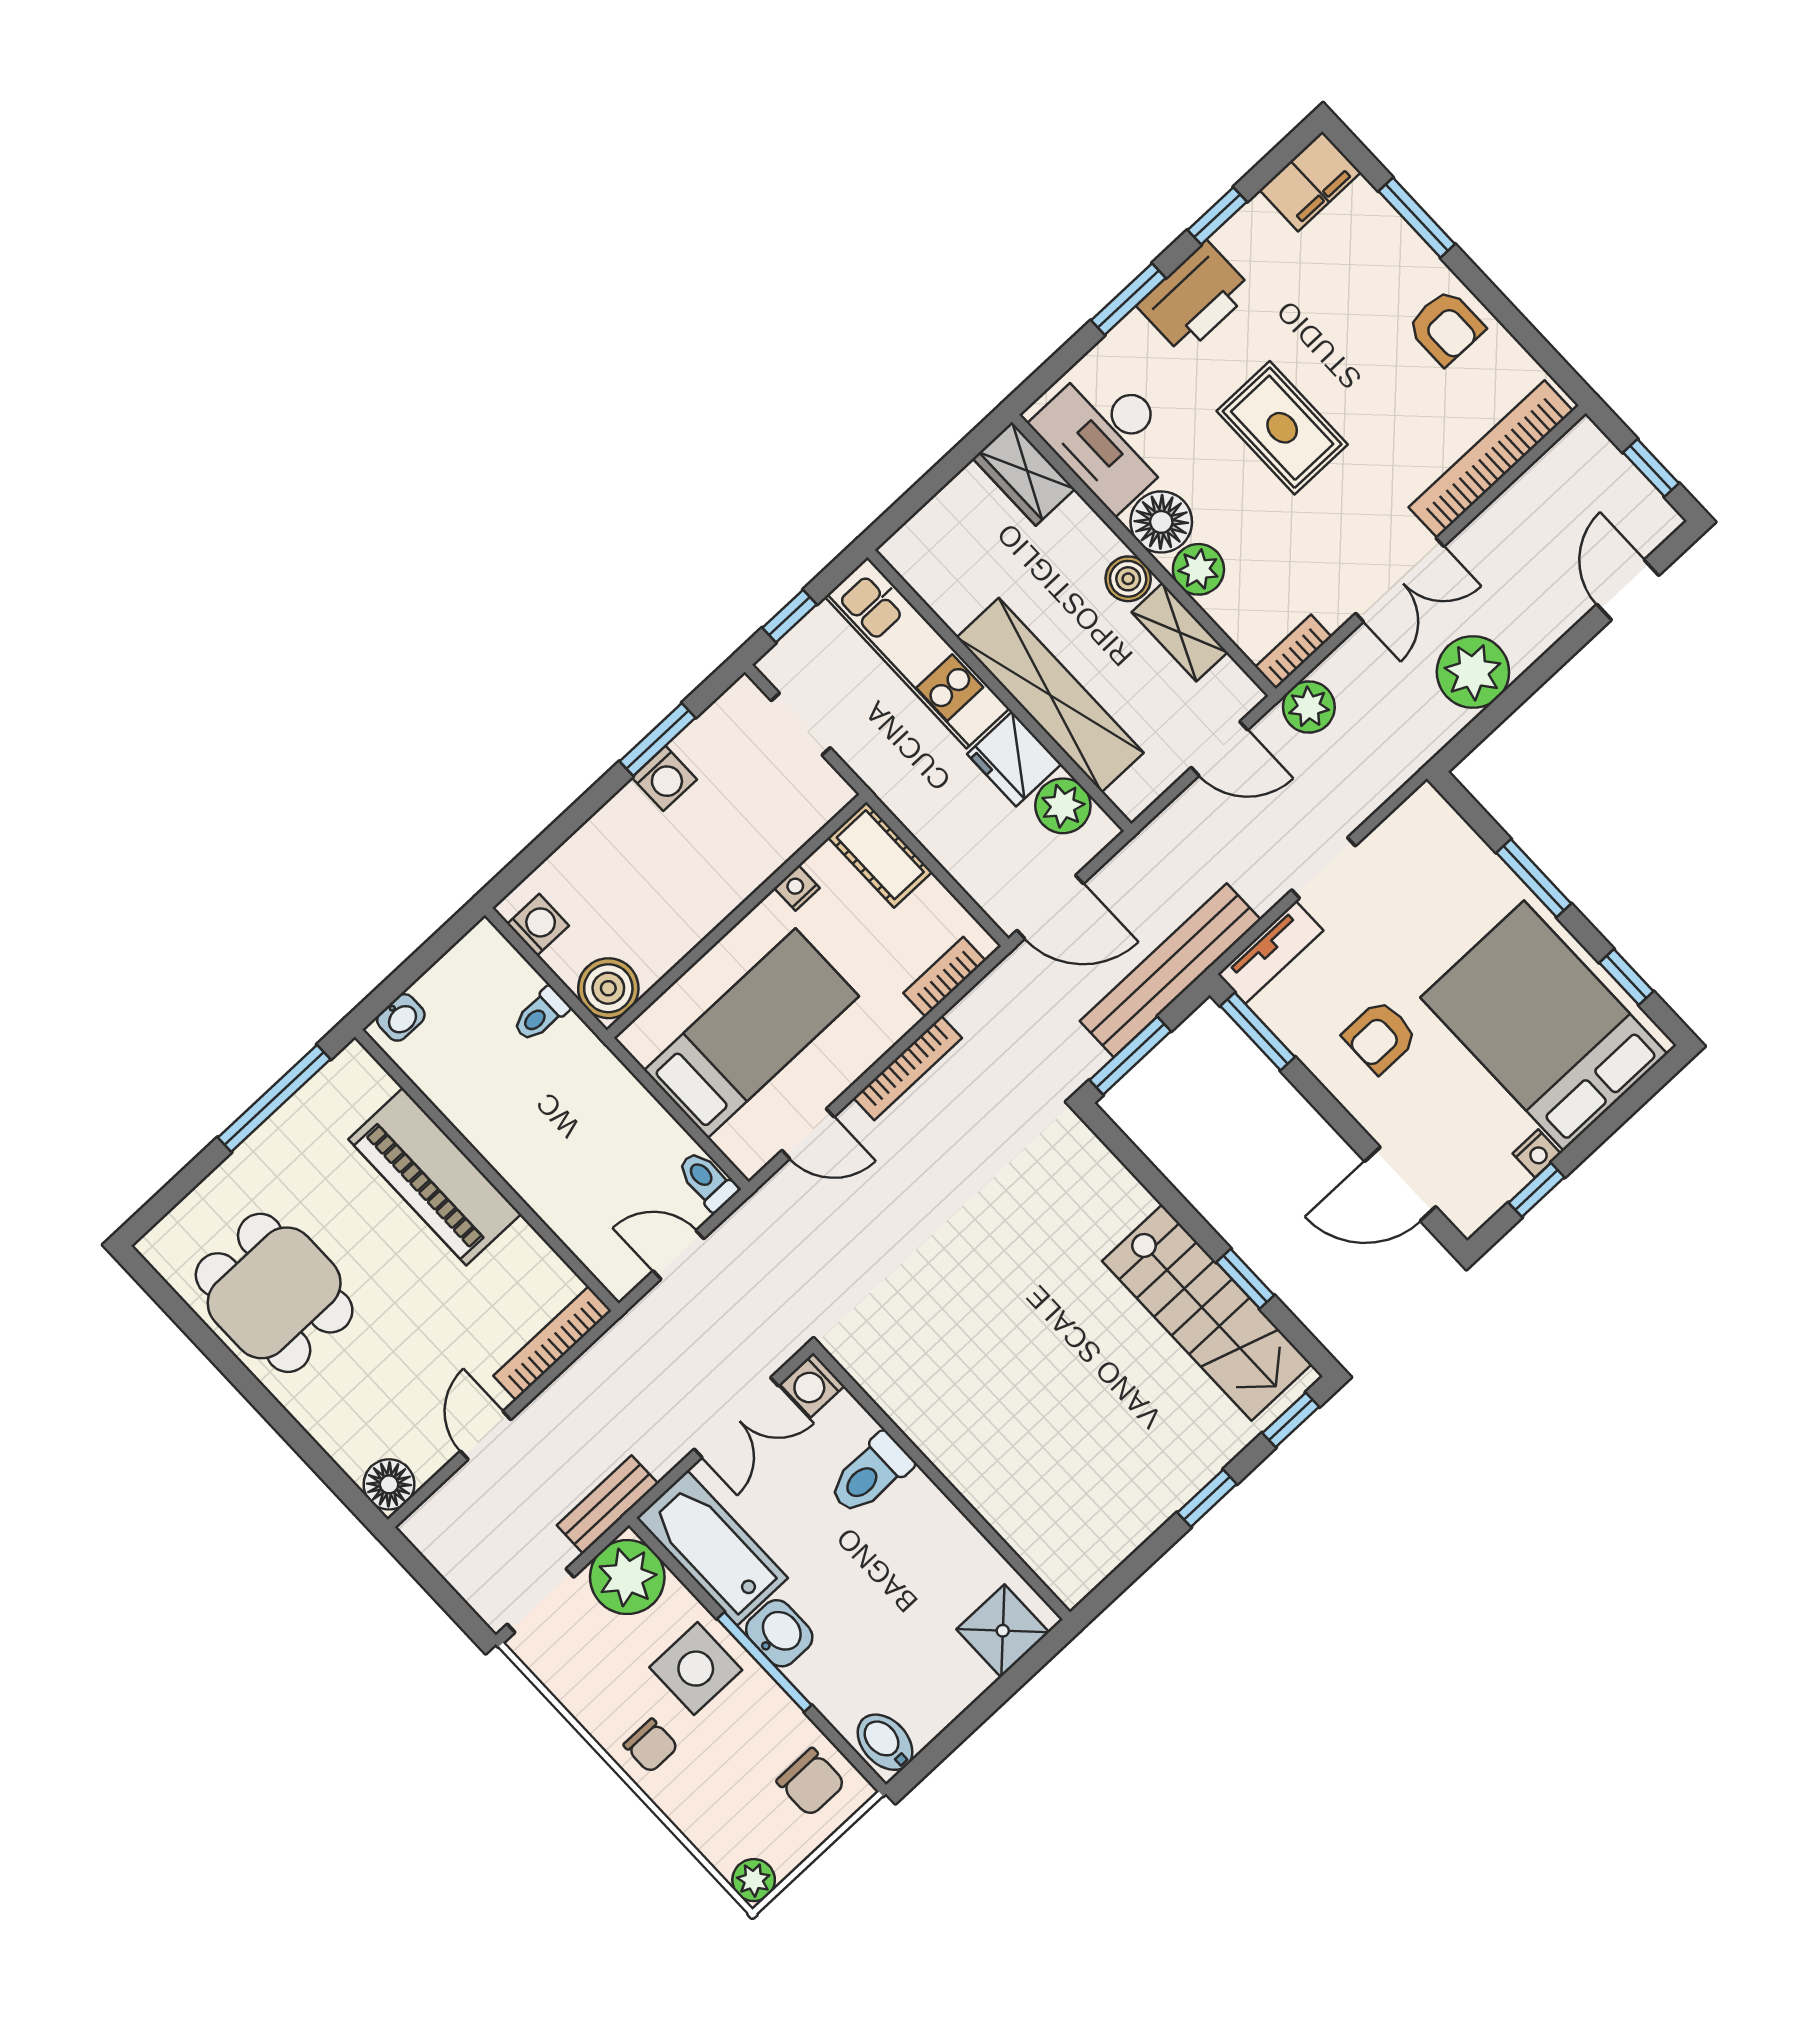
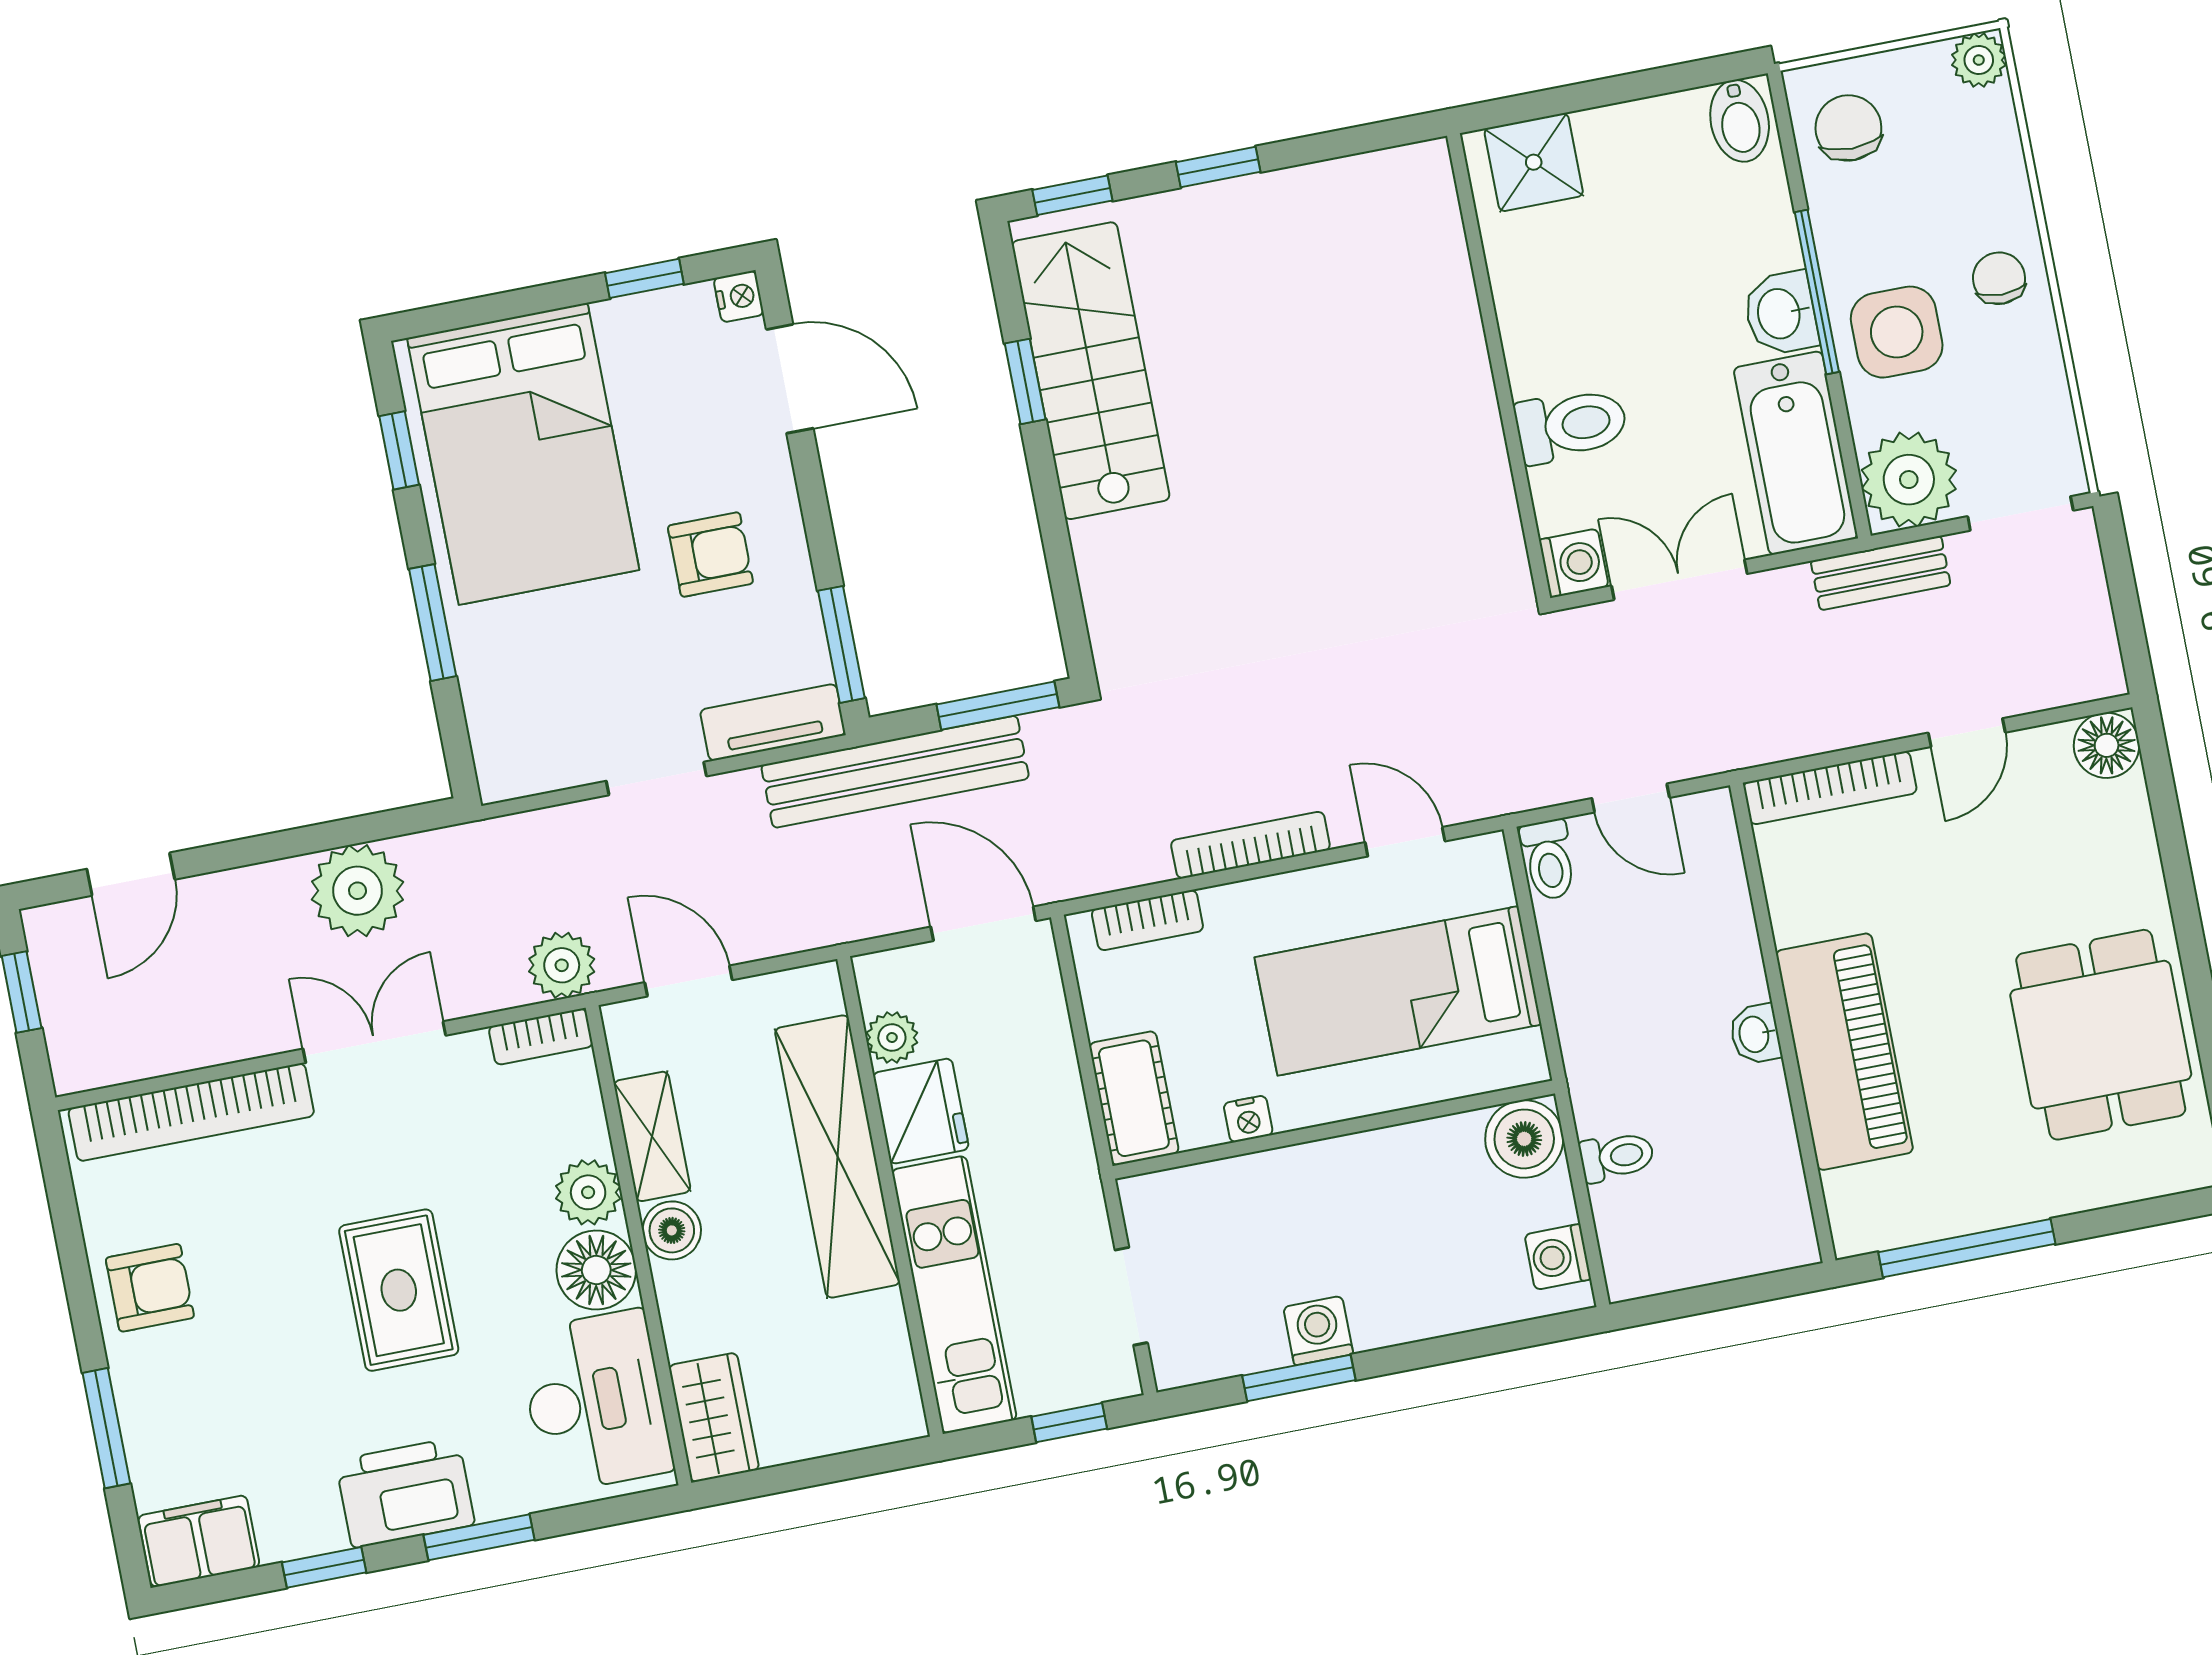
armchair: (1446, 327) -> (150, 1288), turned 90
plant: (1063, 806) -> (892, 1038), width x0.73, depth x0.73
washbasin: (401, 1017) -> (1755, 1034), moved, turned -90
nightstand: (1537, 1153) -> (739, 296), moved, turned 90

